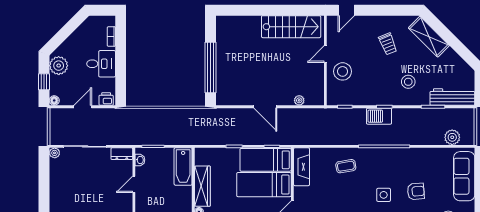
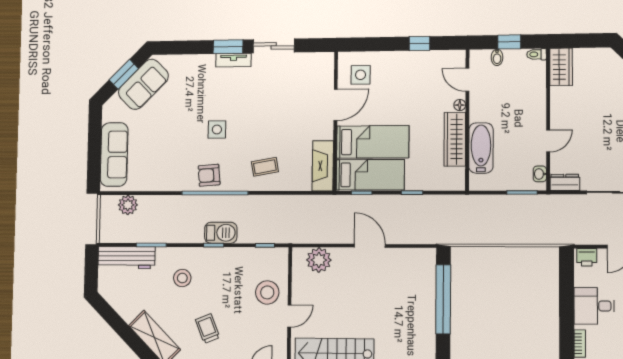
plant: (299, 100) -> (319, 260), width x1.88, depth x1.88
bathtub: (183, 166) -> (481, 148), moved
armchair: (416, 191) -> (209, 175), moved

